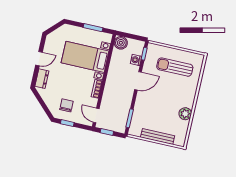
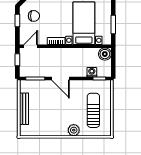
door: (138, 81) -> (60, 78), moved
plant: (185, 114) -> (74, 130), moved

